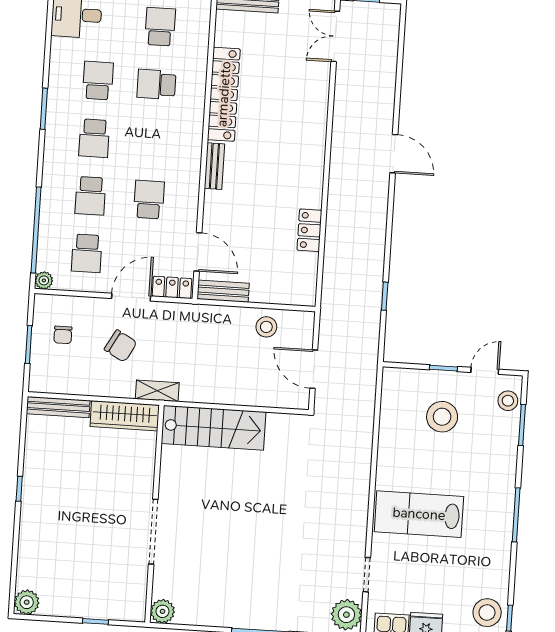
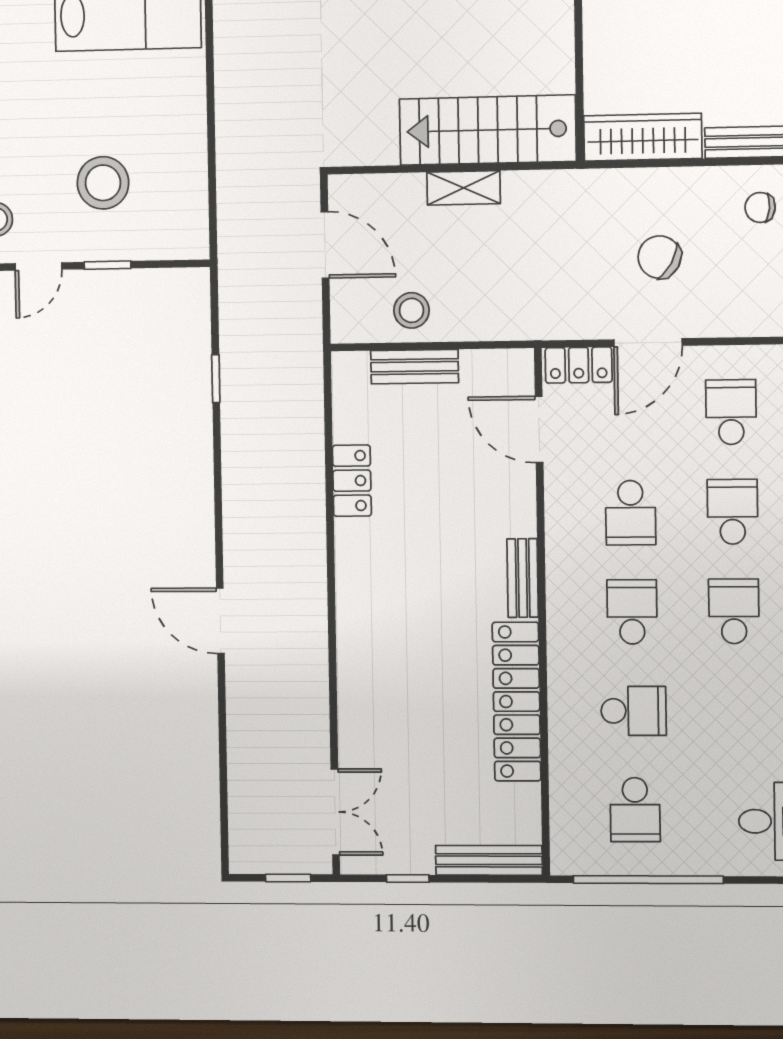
school desk: (98, 81) -> (632, 612), moved, turned 180
bench: (223, 291) -> (415, 367), moved
chair: (63, 335) -> (760, 207), moved, turned -85
shelving: (157, 391) -> (464, 188), moved

